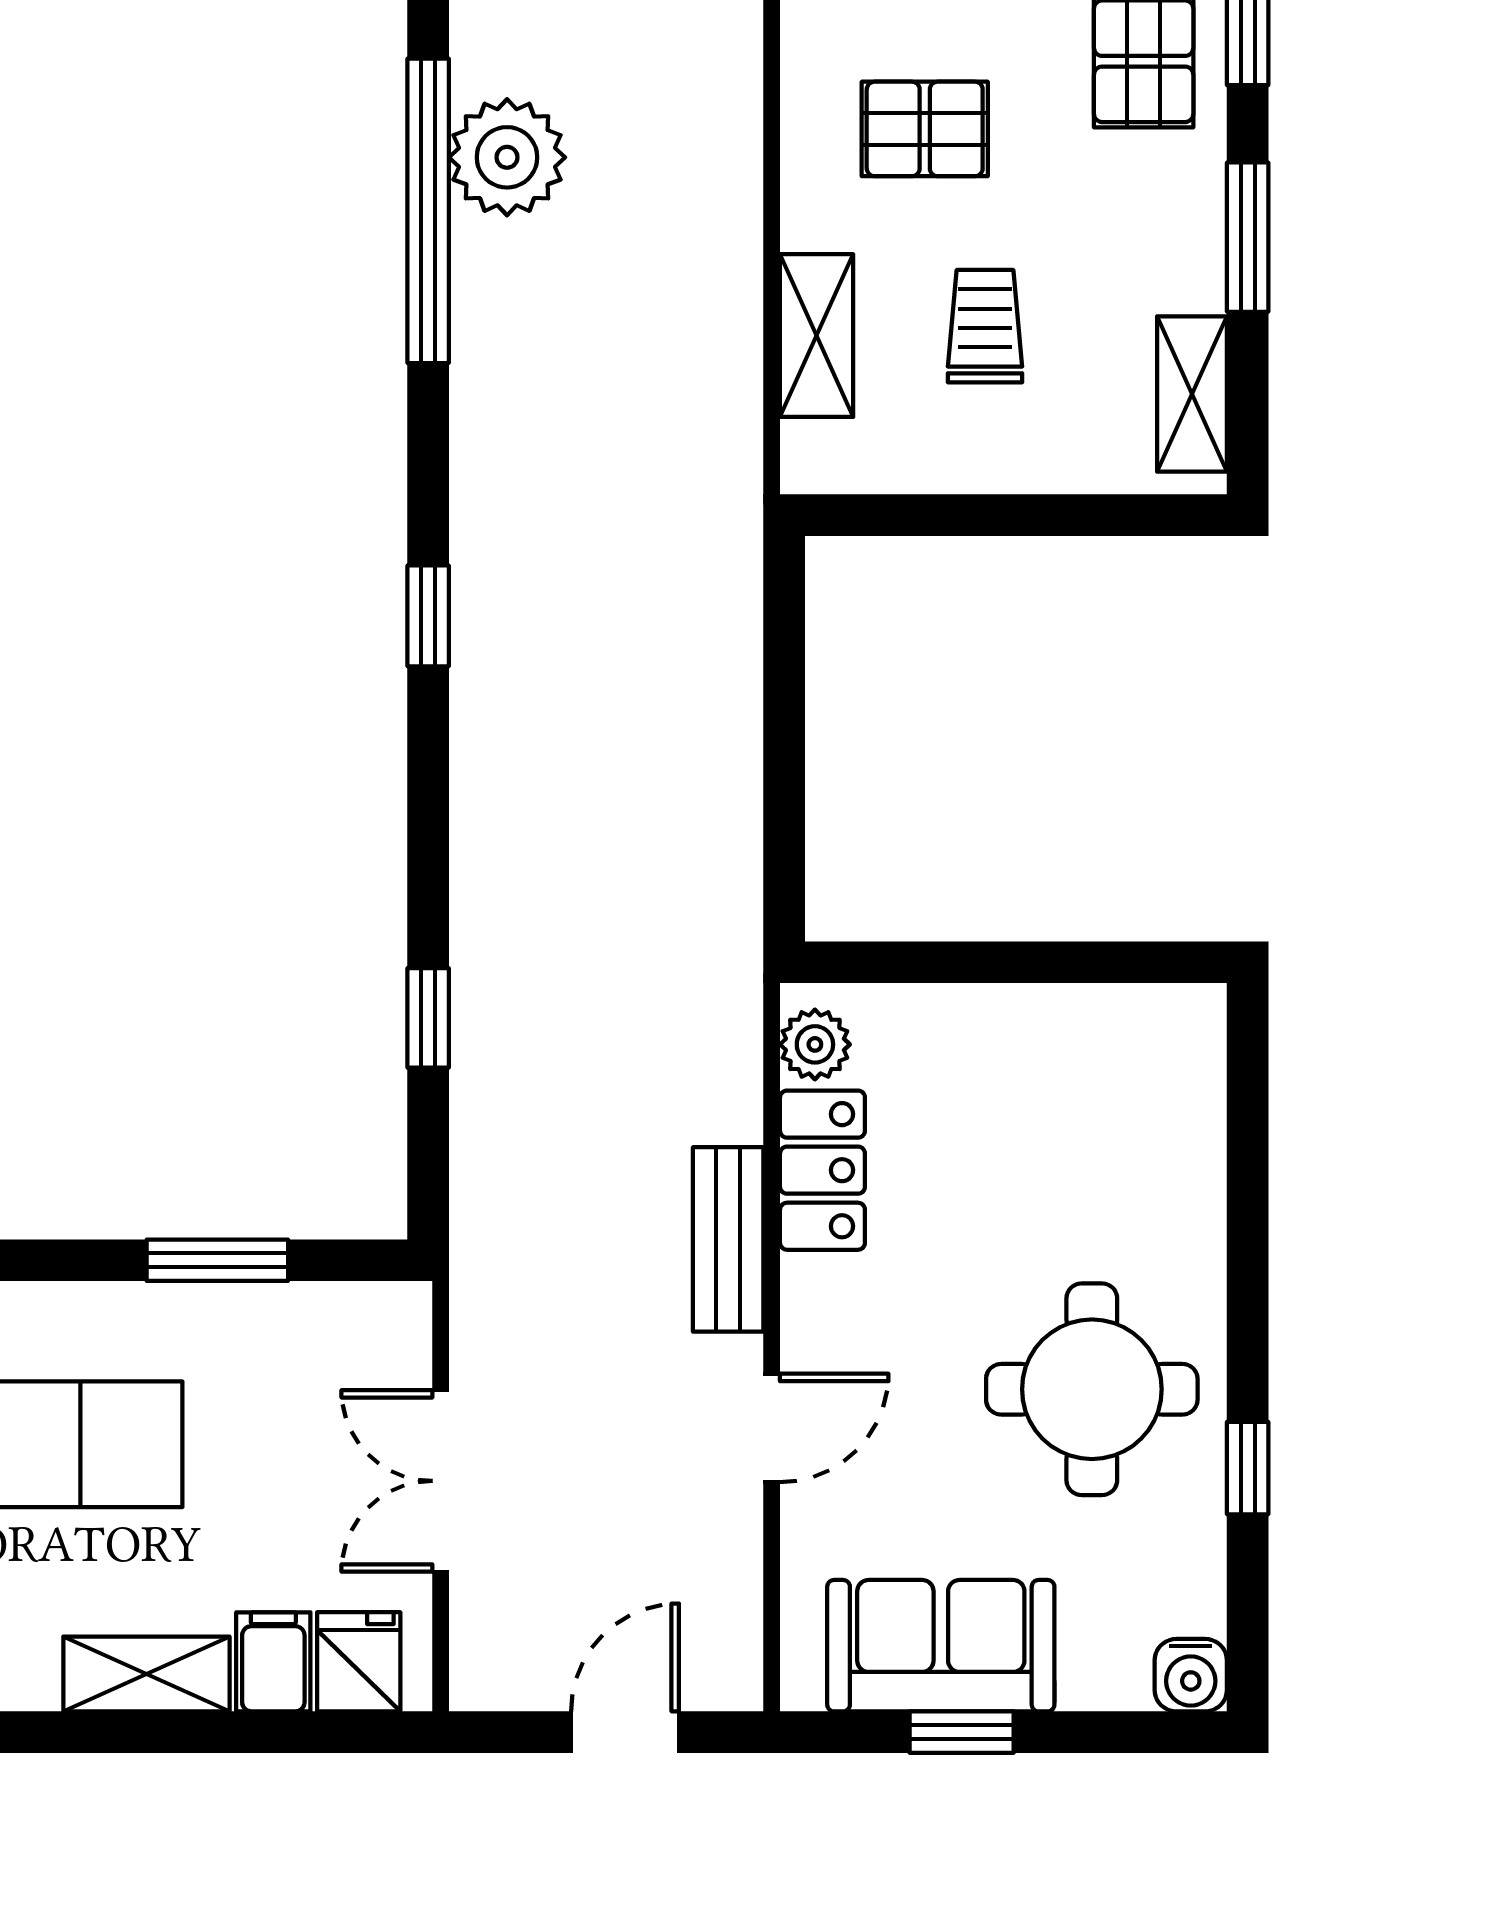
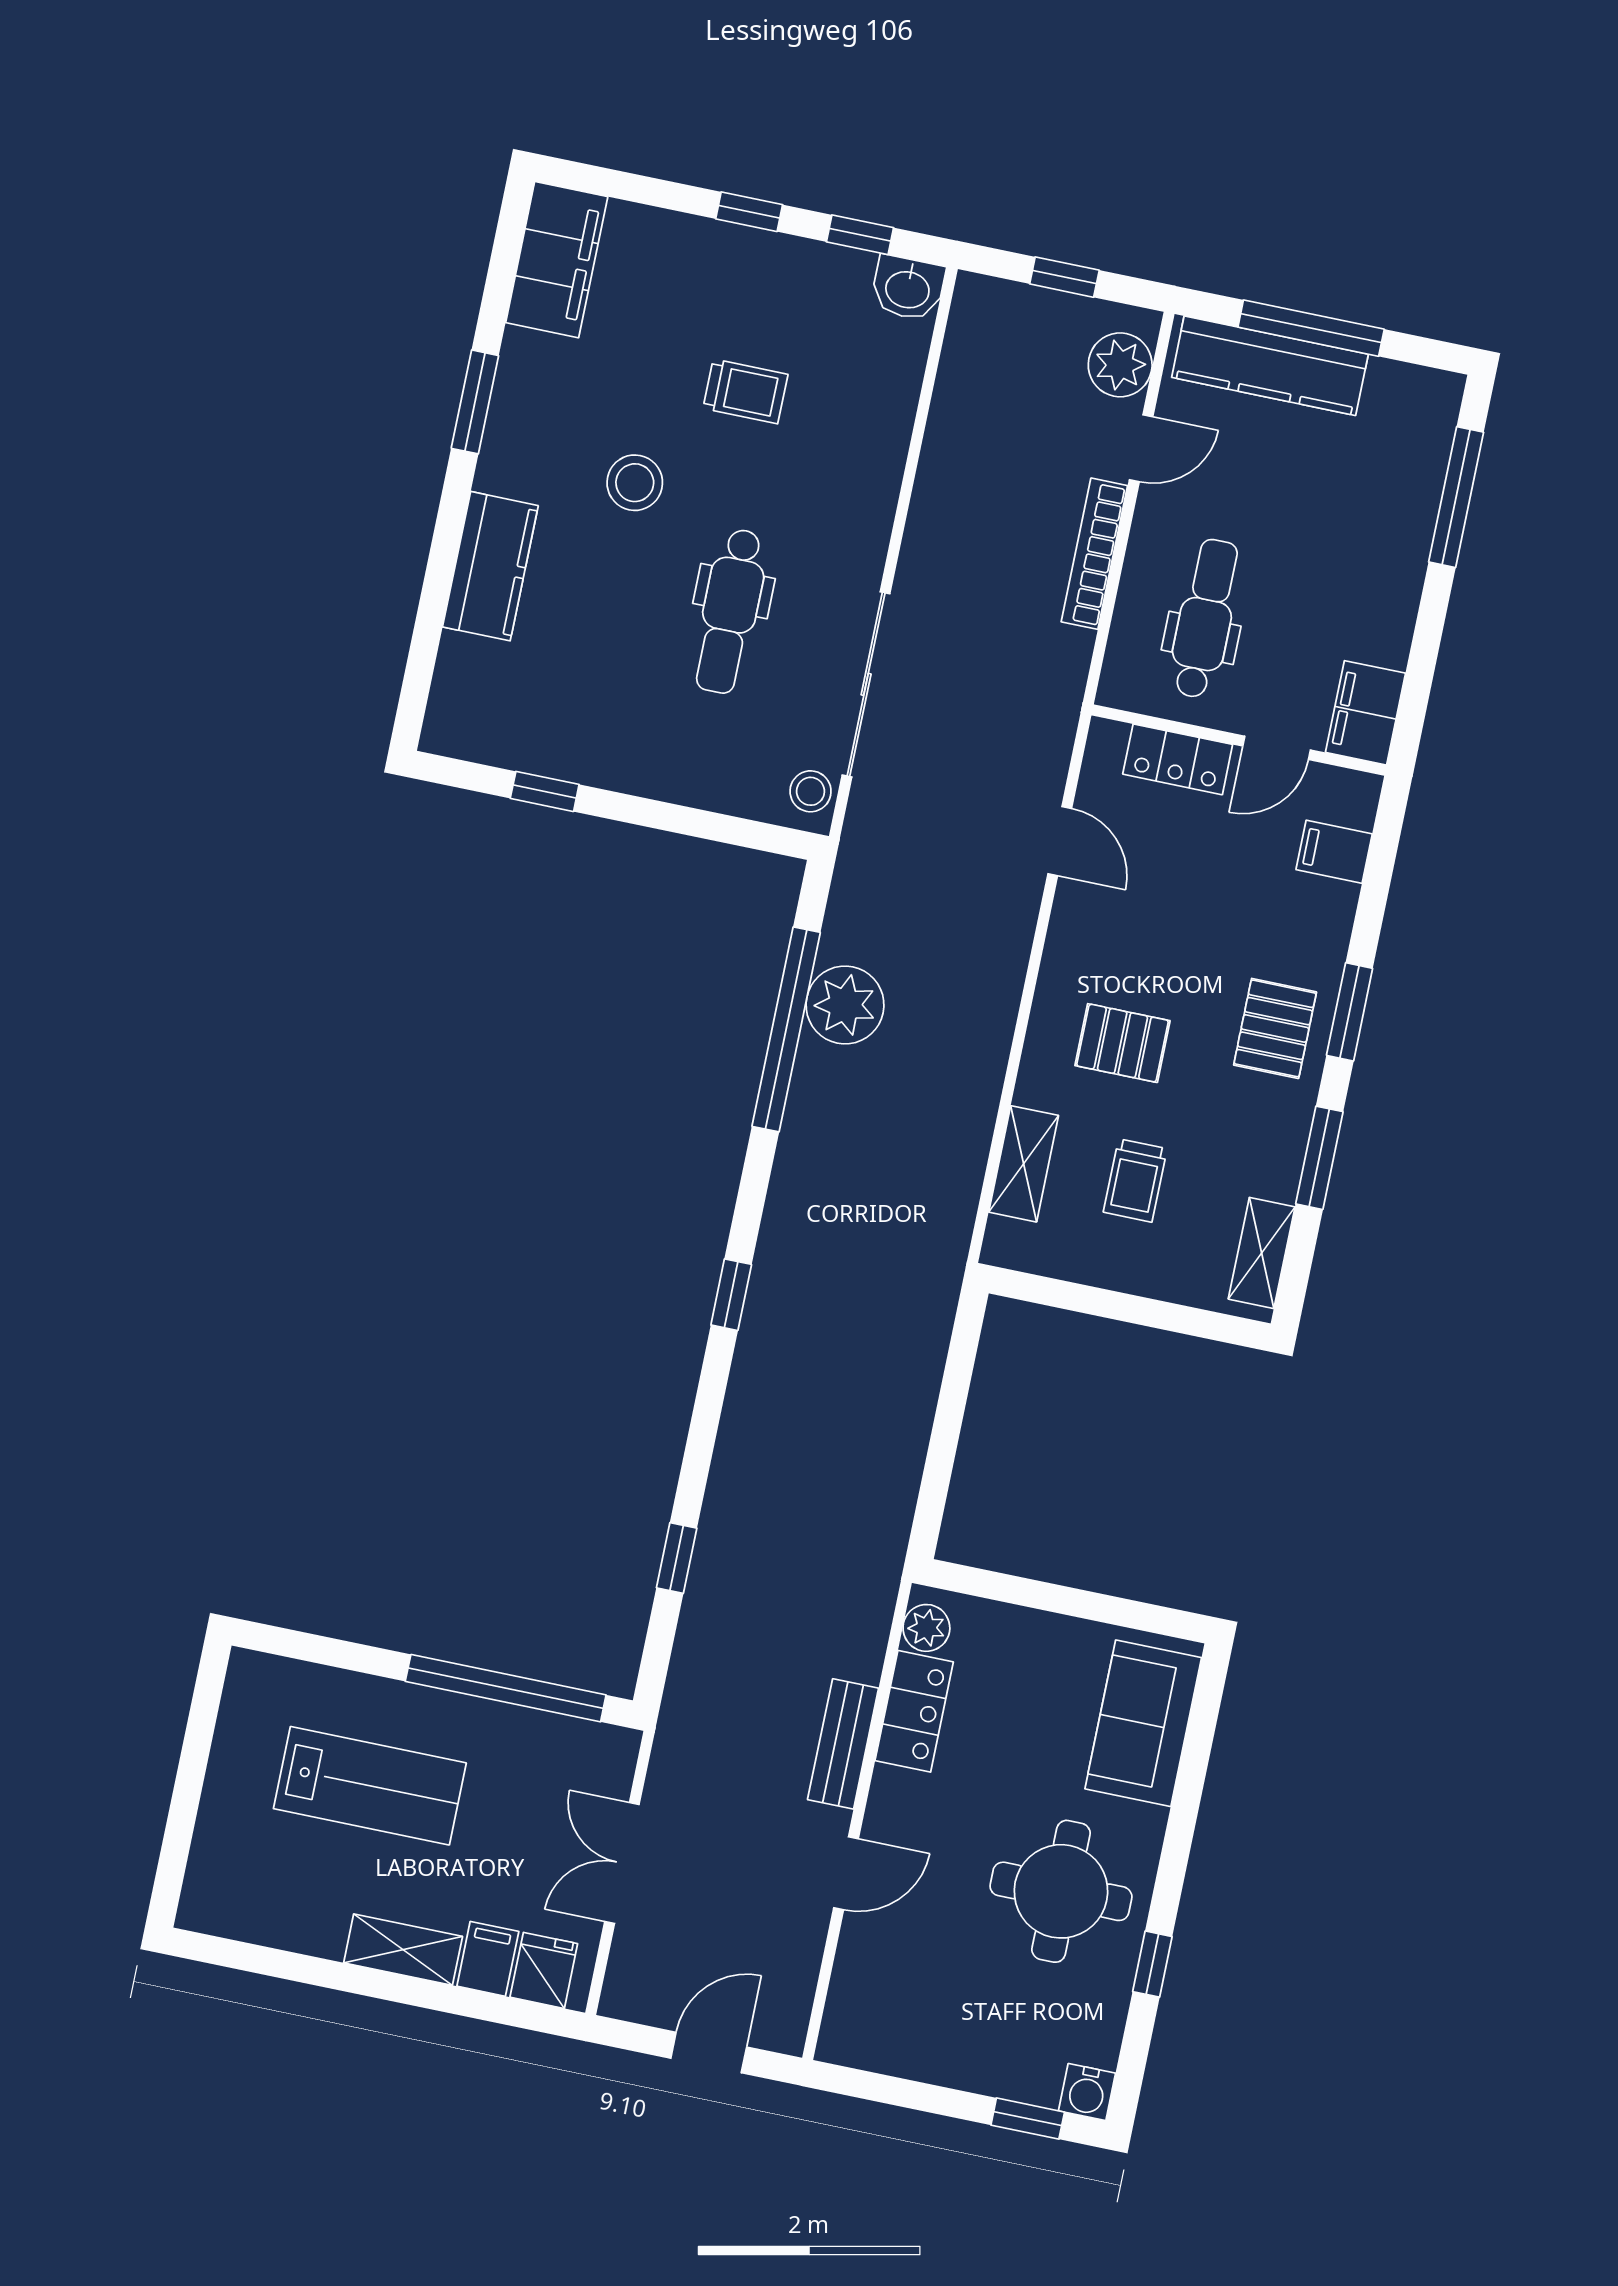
trolley: (985, 326) -> (1135, 1180), turned 180
window: (217, 1260) -> (506, 1688), width x2.11
sofa: (941, 1646) -> (1143, 1723), moved, turned -90
window: (962, 1732) -> (1028, 2119), moved

